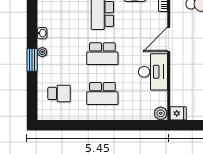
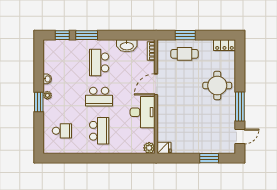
school desk: (102, 93) -> (99, 131), turned -90

